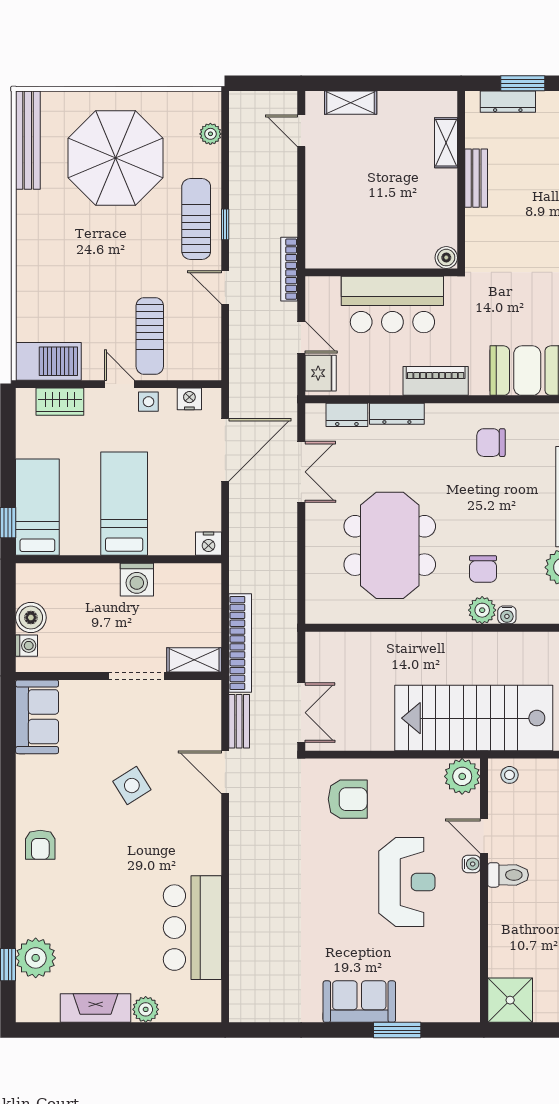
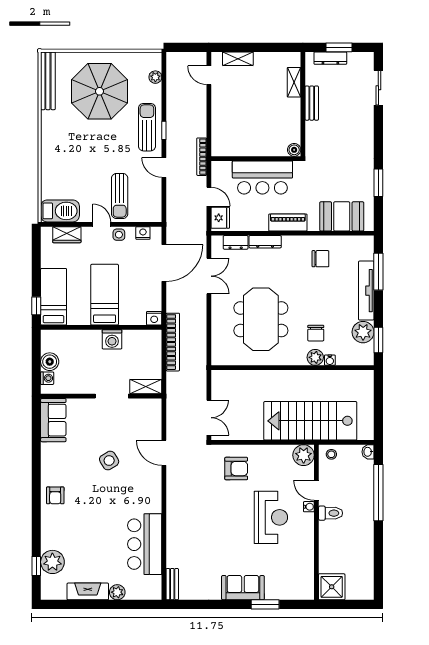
chair: (491, 443) -> (320, 259), turned 180
bookcase: (240, 643) -> (173, 342), moved
bench: (239, 721) -> (172, 584), moved

